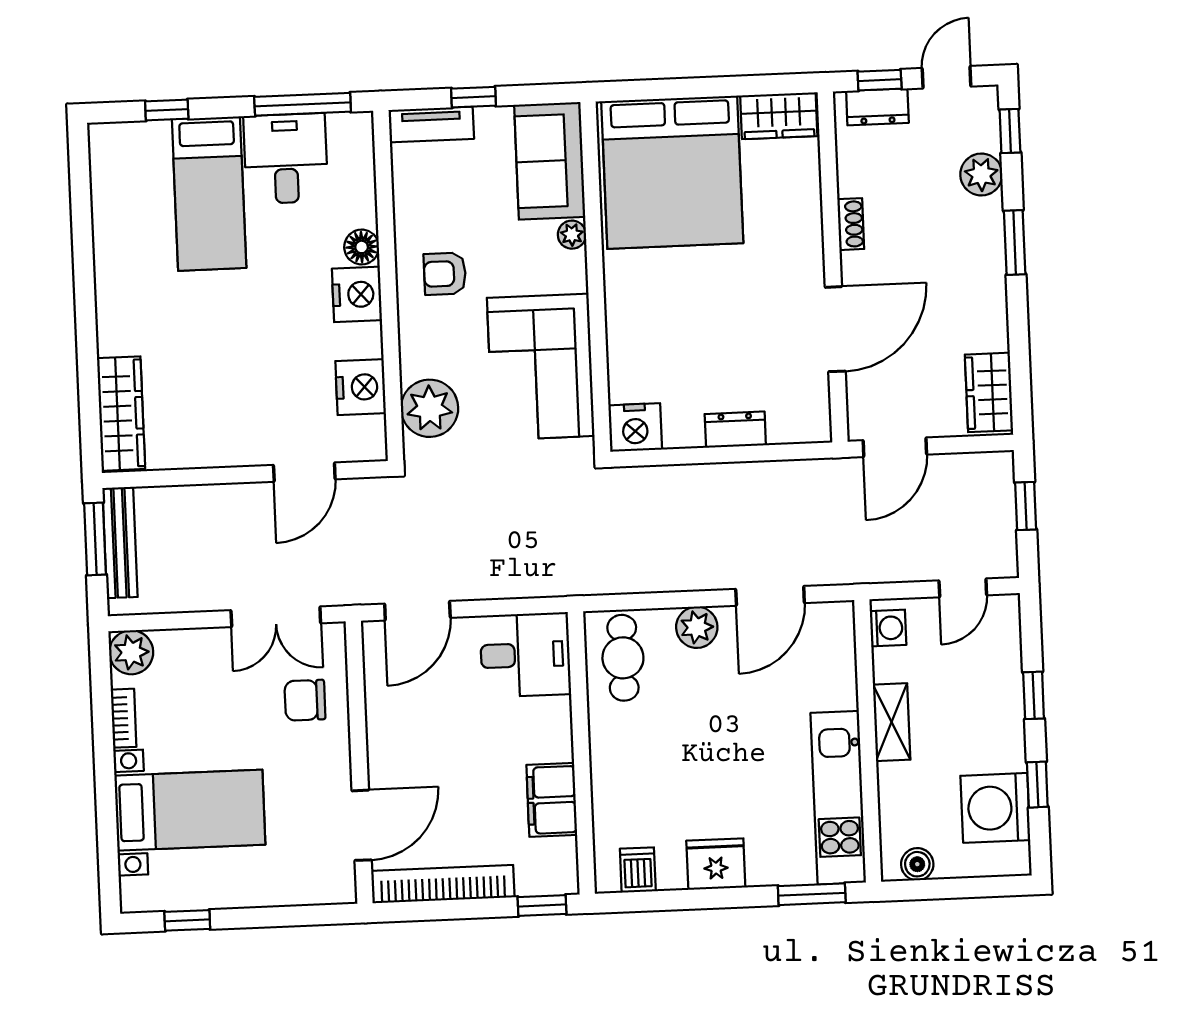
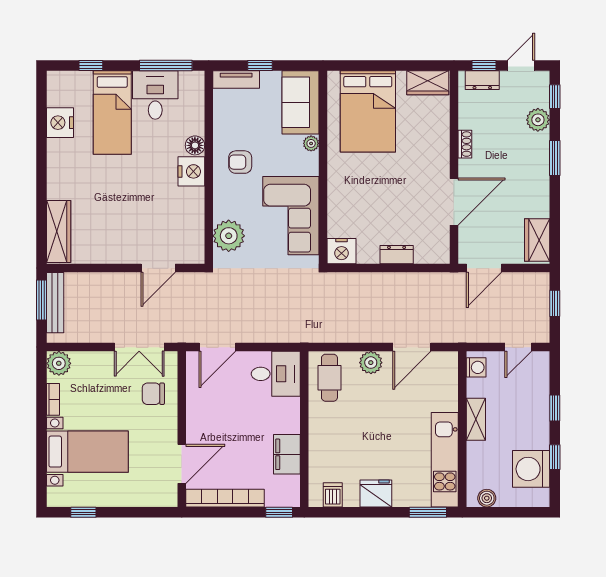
bed: (672, 172) -> (368, 111), width x0.73
nightstand: (361, 387) -> (60, 123), moved, turned 180

